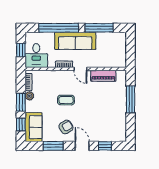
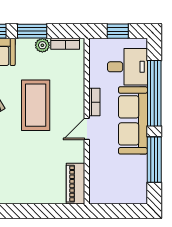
desk: (36, 55) -> (127, 67), moved, turned 180
piano: (103, 76) -> (75, 184), moved
window: (131, 99) -> (37, 211), removed
coffee table: (66, 100) -> (36, 105), width x1.86, depth x1.72

